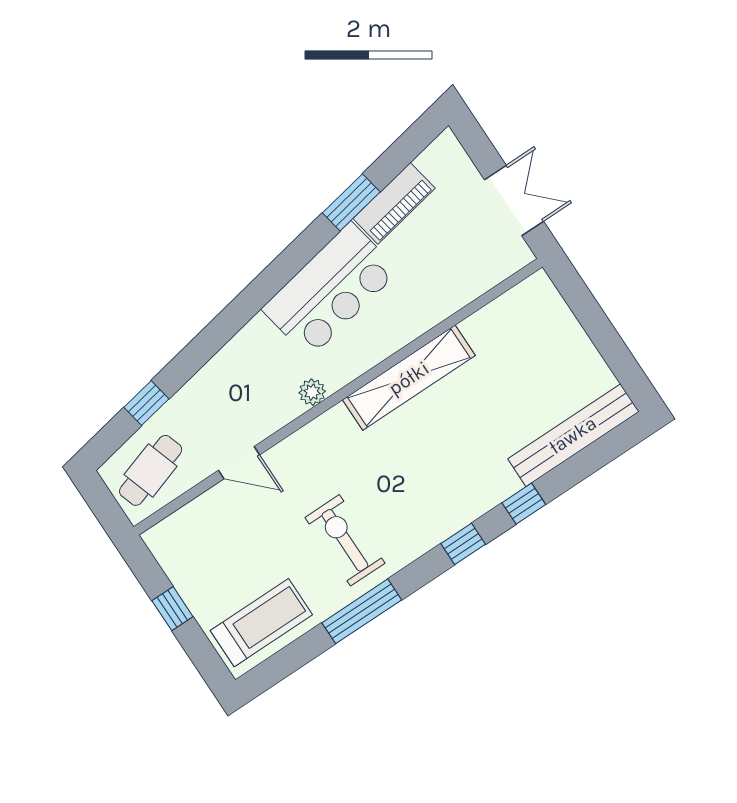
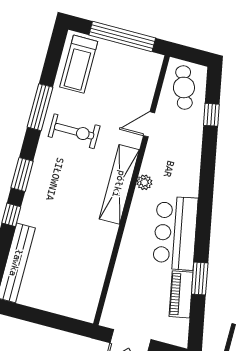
shelving: (409, 378) -> (119, 184), moved
window: (463, 544) -> (22, 175), width x1.50
window: (172, 609) -> (122, 36), width x3.17

